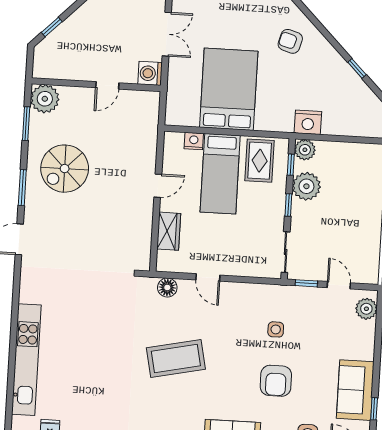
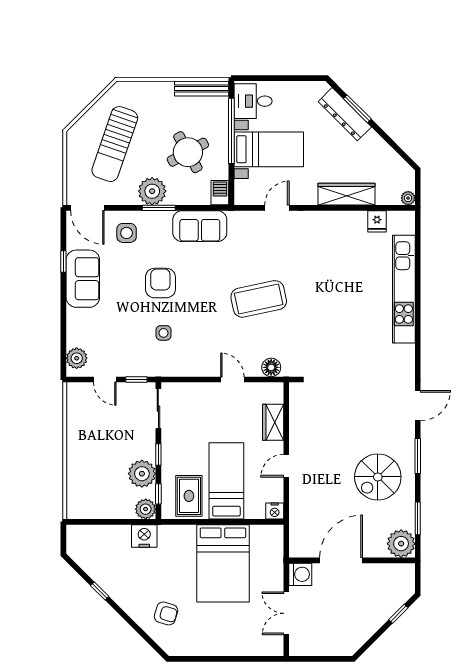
door: (107, 85) -> (341, 560), width x1.88
nightstand: (194, 141) -> (275, 511), moved
spiral stairs: (65, 169) -> (378, 477), turned 180

